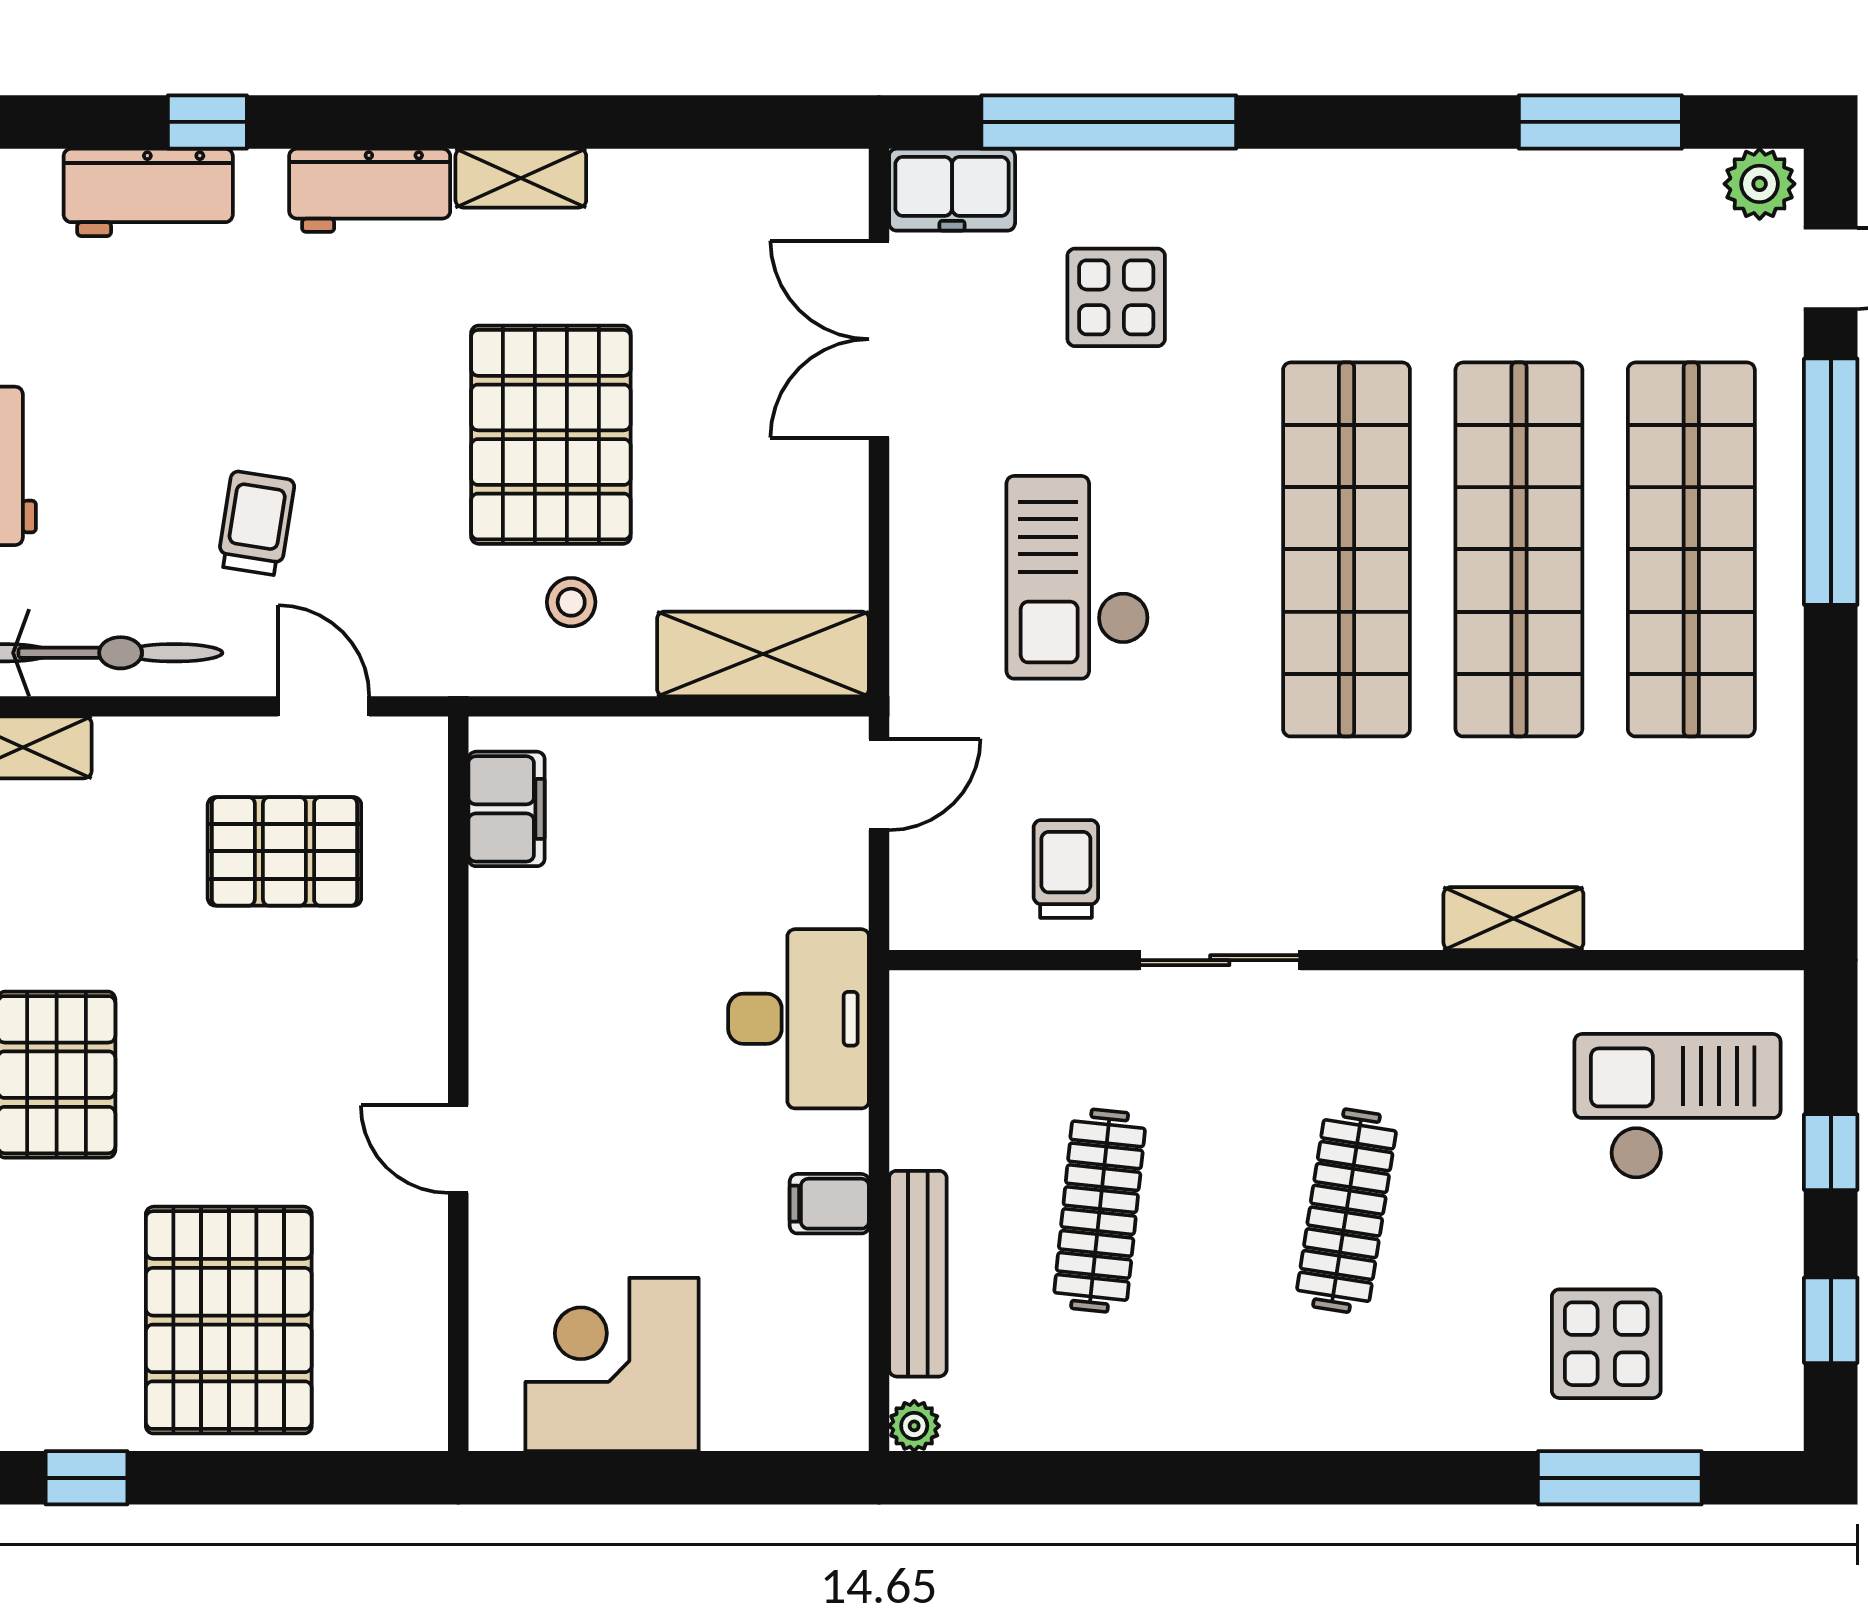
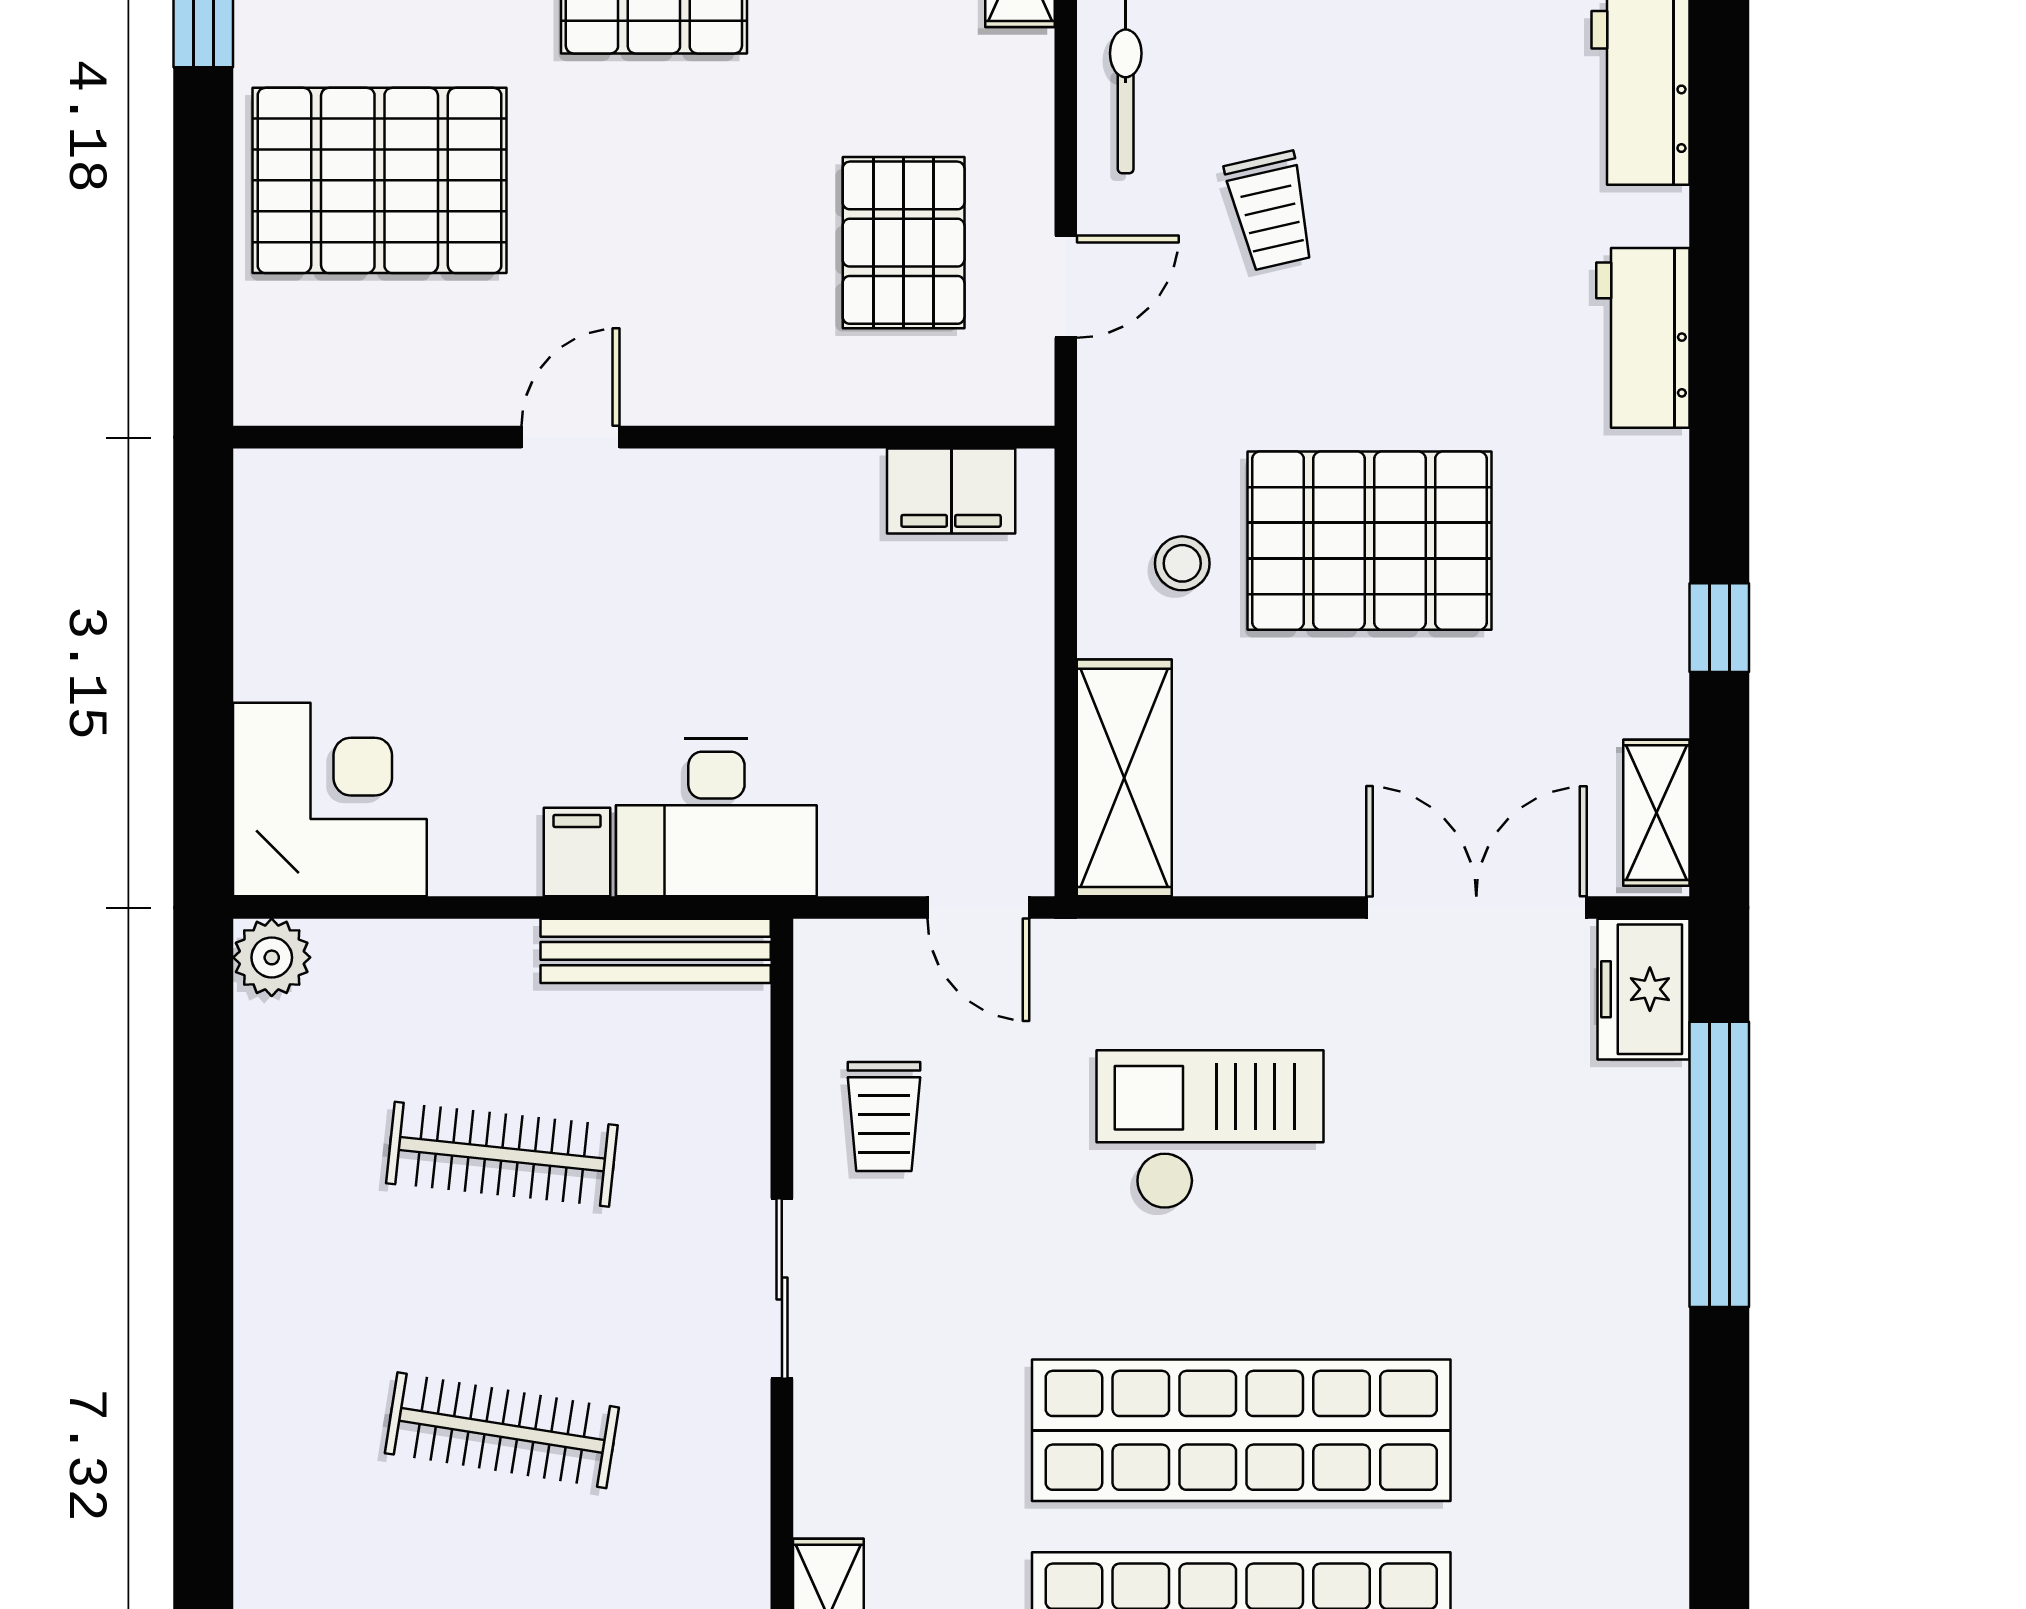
window: (207, 122) -> (1719, 628), moved
shelving: (521, 178) -> (1656, 813), moved
display table: (1116, 297) -> (1523, 1173), removed
trolley: (256, 523) -> (1270, 211), turned 68
trolley: (1066, 869) -> (884, 1117), turned 90
filing cabinet: (829, 1204) -> (577, 852), moved
bench: (918, 1274) -> (656, 951), moved
corner desk: (612, 1364) -> (330, 800), moved
plant: (914, 1426) -> (272, 957), width x1.38, depth x1.38

